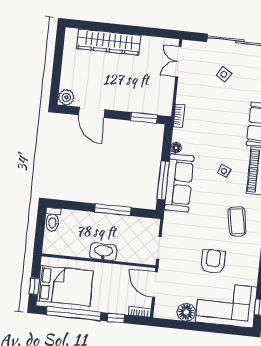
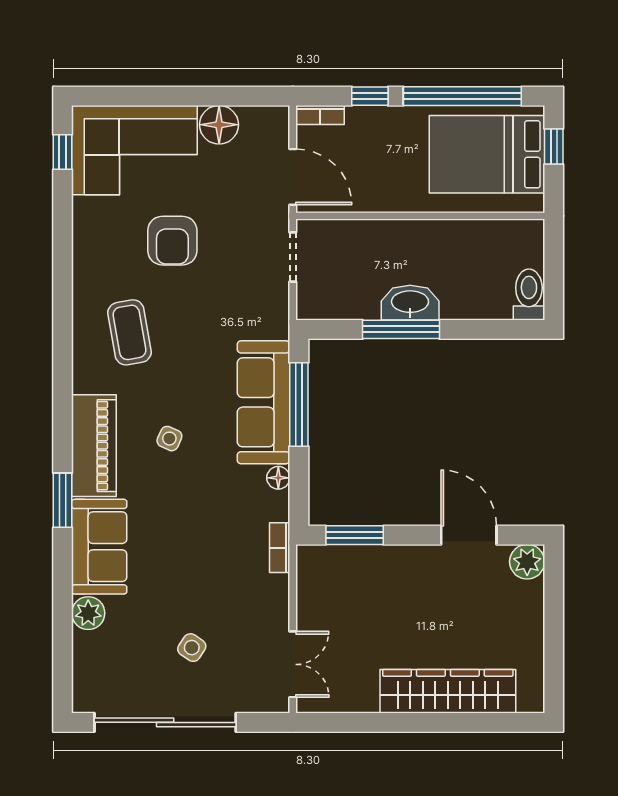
washbasin: (103, 252) -> (410, 303), moved, turned 180

